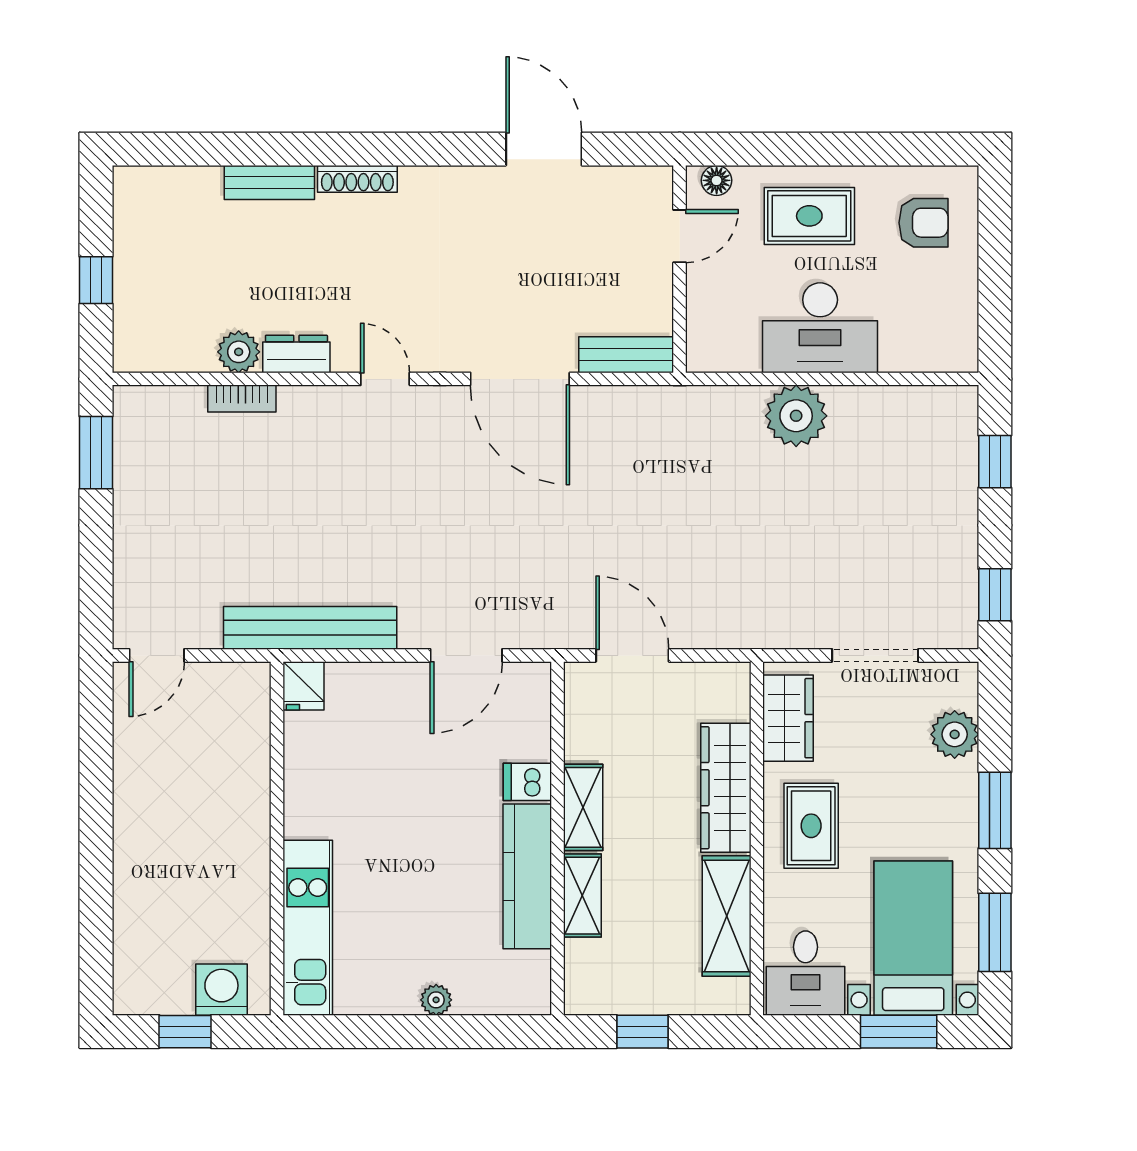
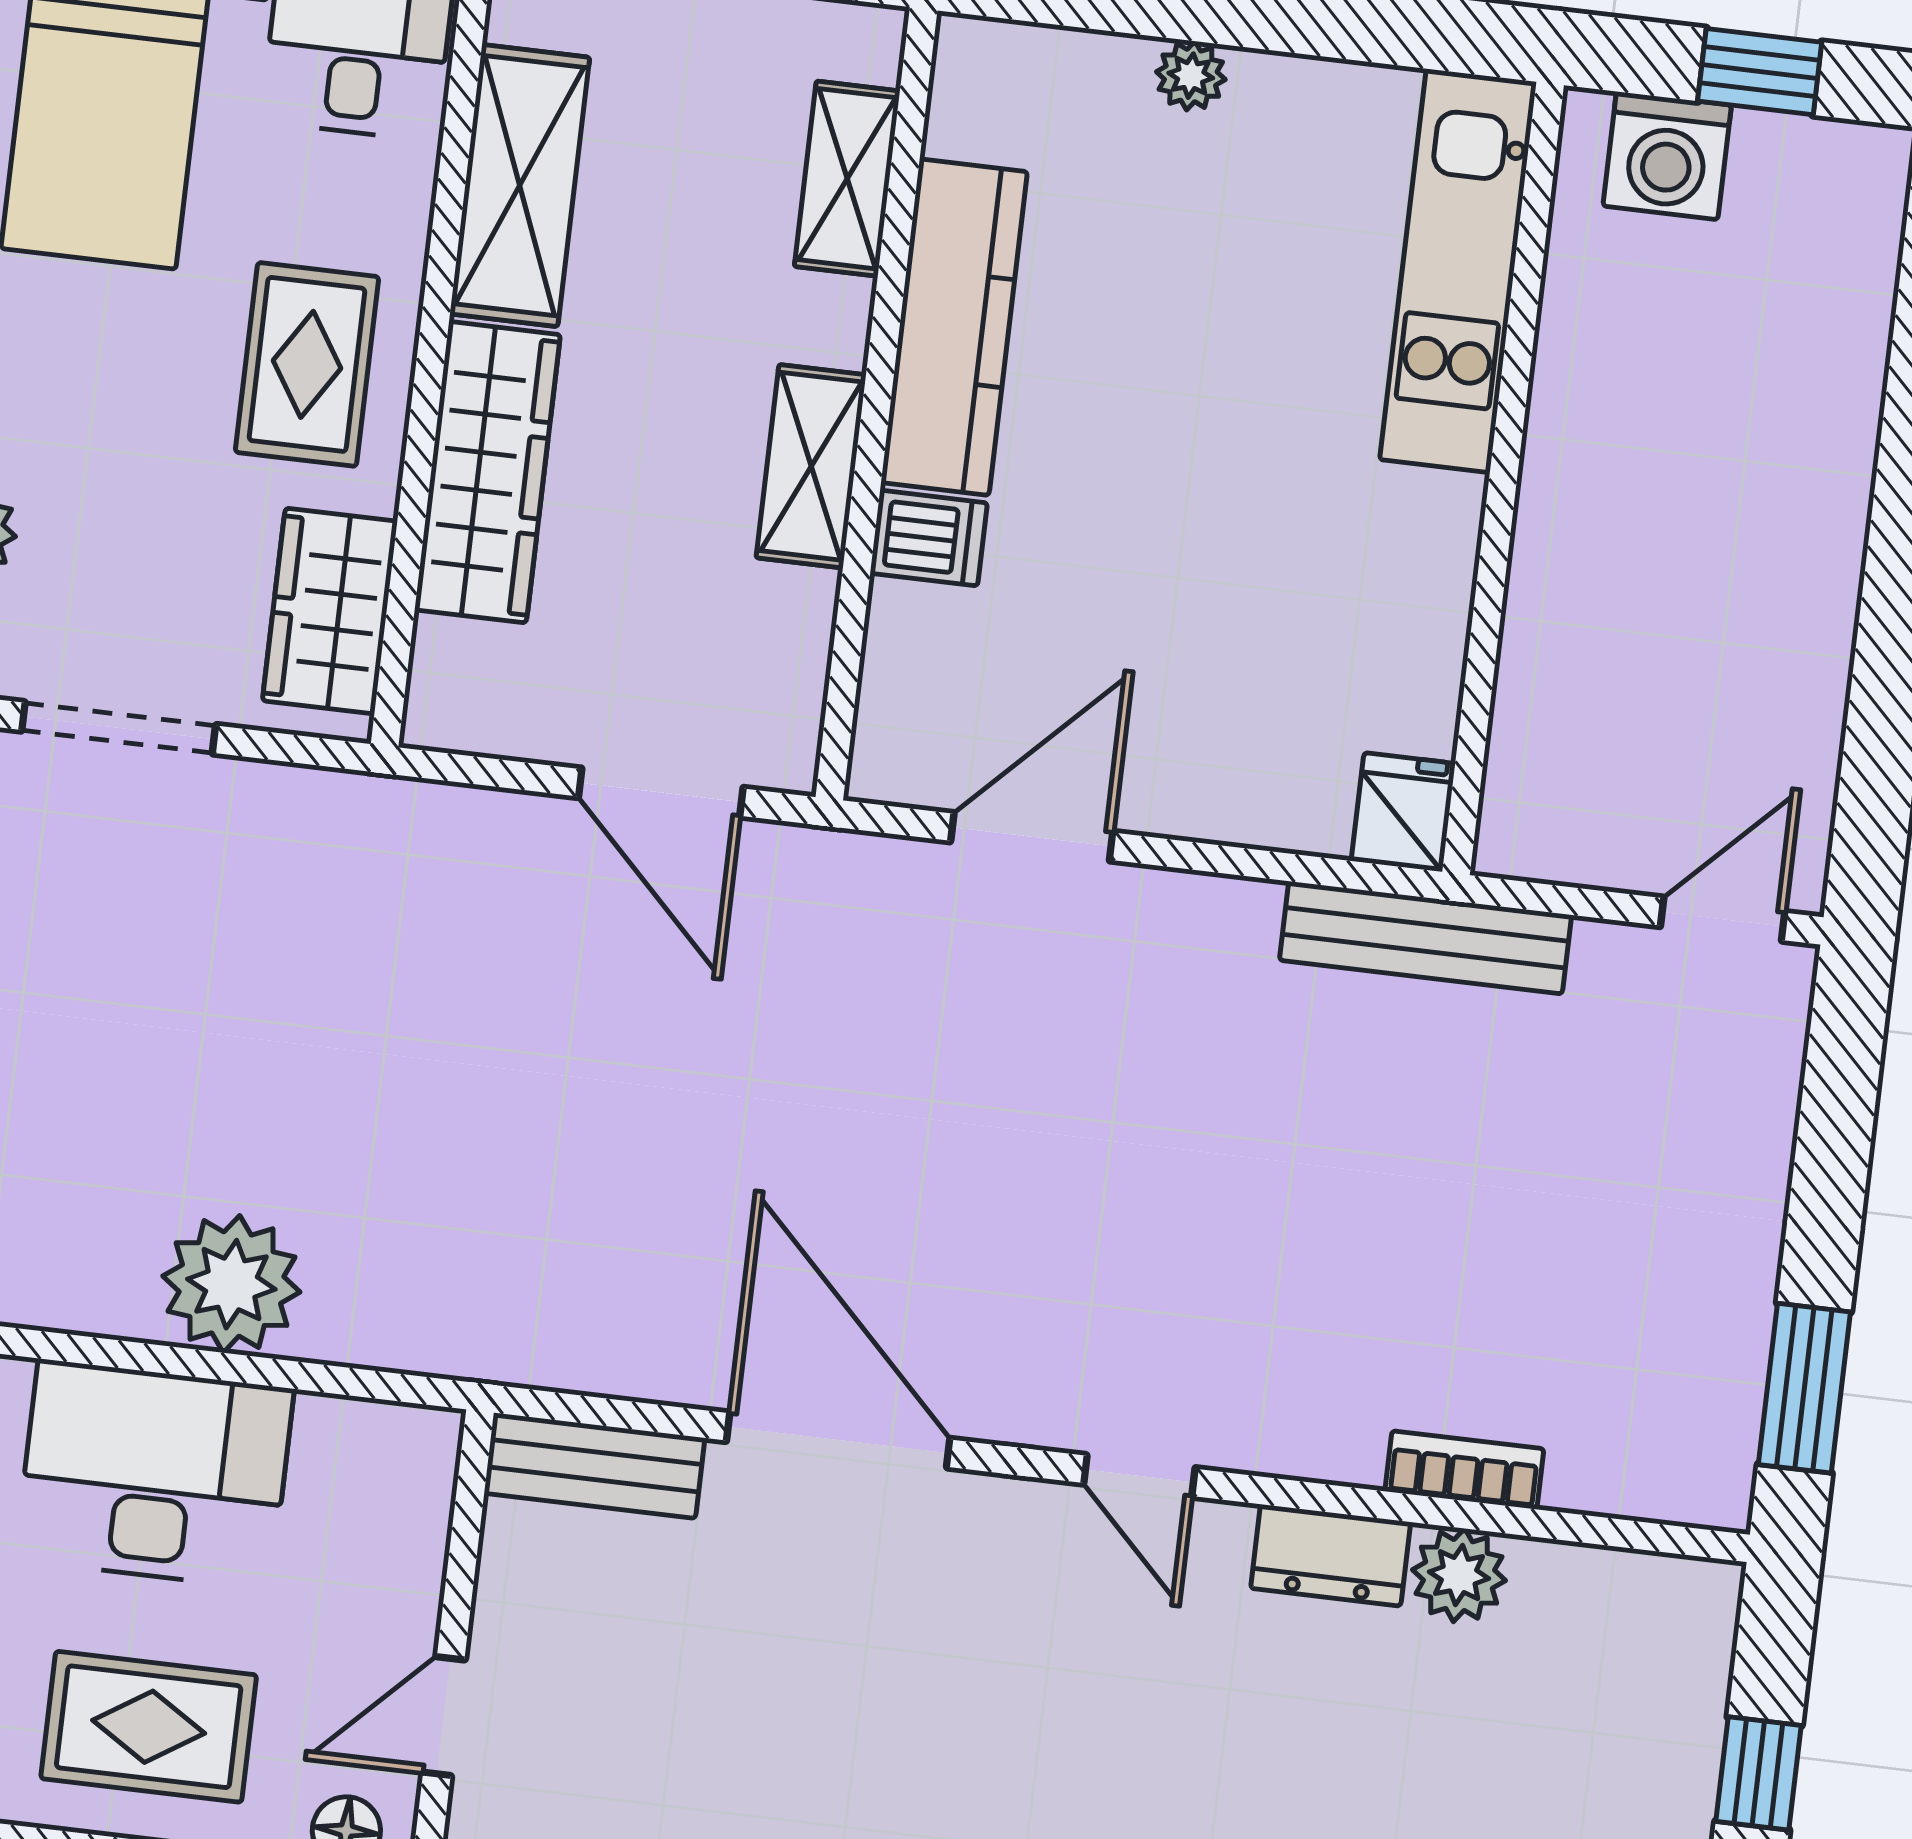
bench: (310, 628) -> (1425, 938), width x0.73, depth x0.82
shelving: (582, 896) -> (847, 179), moved

